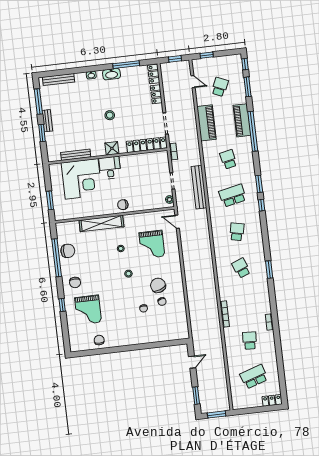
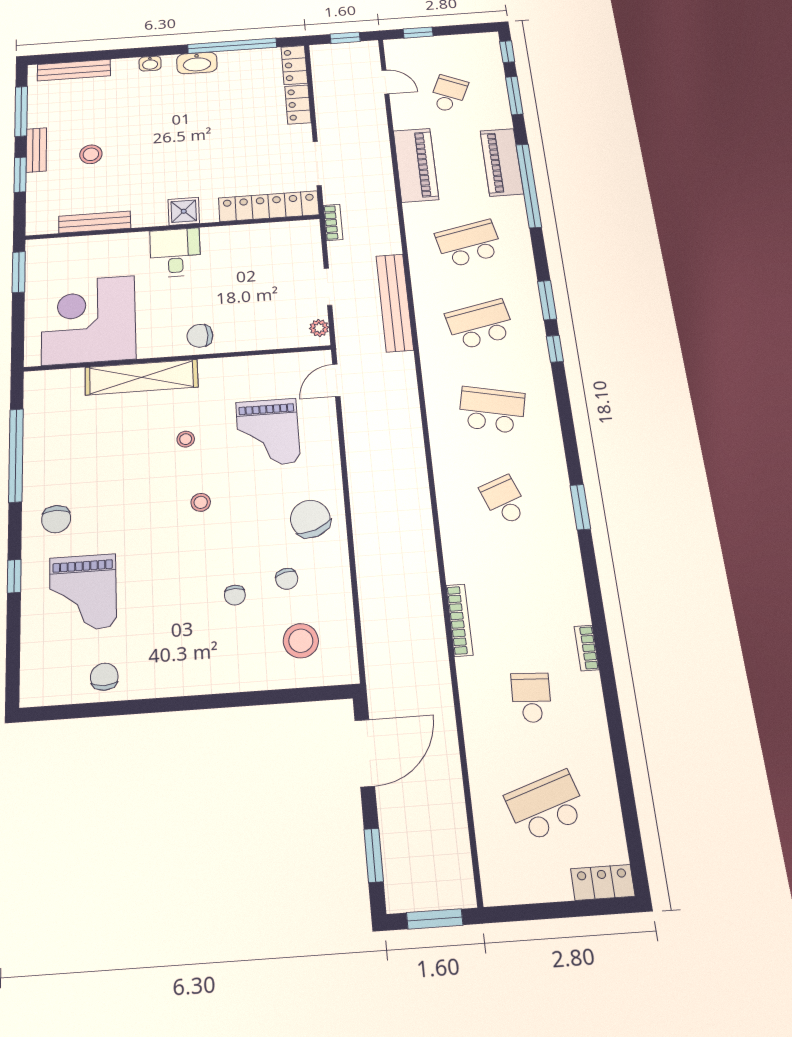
window: (126, 65) -> (232, 46), width x1.46
stool: (110, 115) -> (91, 154), moved
school desk: (228, 159) -> (469, 243), width x1.85
corner desk: (82, 179) -> (88, 320), moved, turned 180
window: (50, 200) -> (19, 272), moved
door: (177, 222) -> (336, 380), hinge flipped
school desk: (237, 232) -> (492, 410), width x1.85
chair: (68, 251) -> (47, 440), removed
chair: (158, 285) -> (310, 519), moved
stool: (168, 324) -> (301, 641), added
door: (192, 362) -> (365, 753), width x1.88

